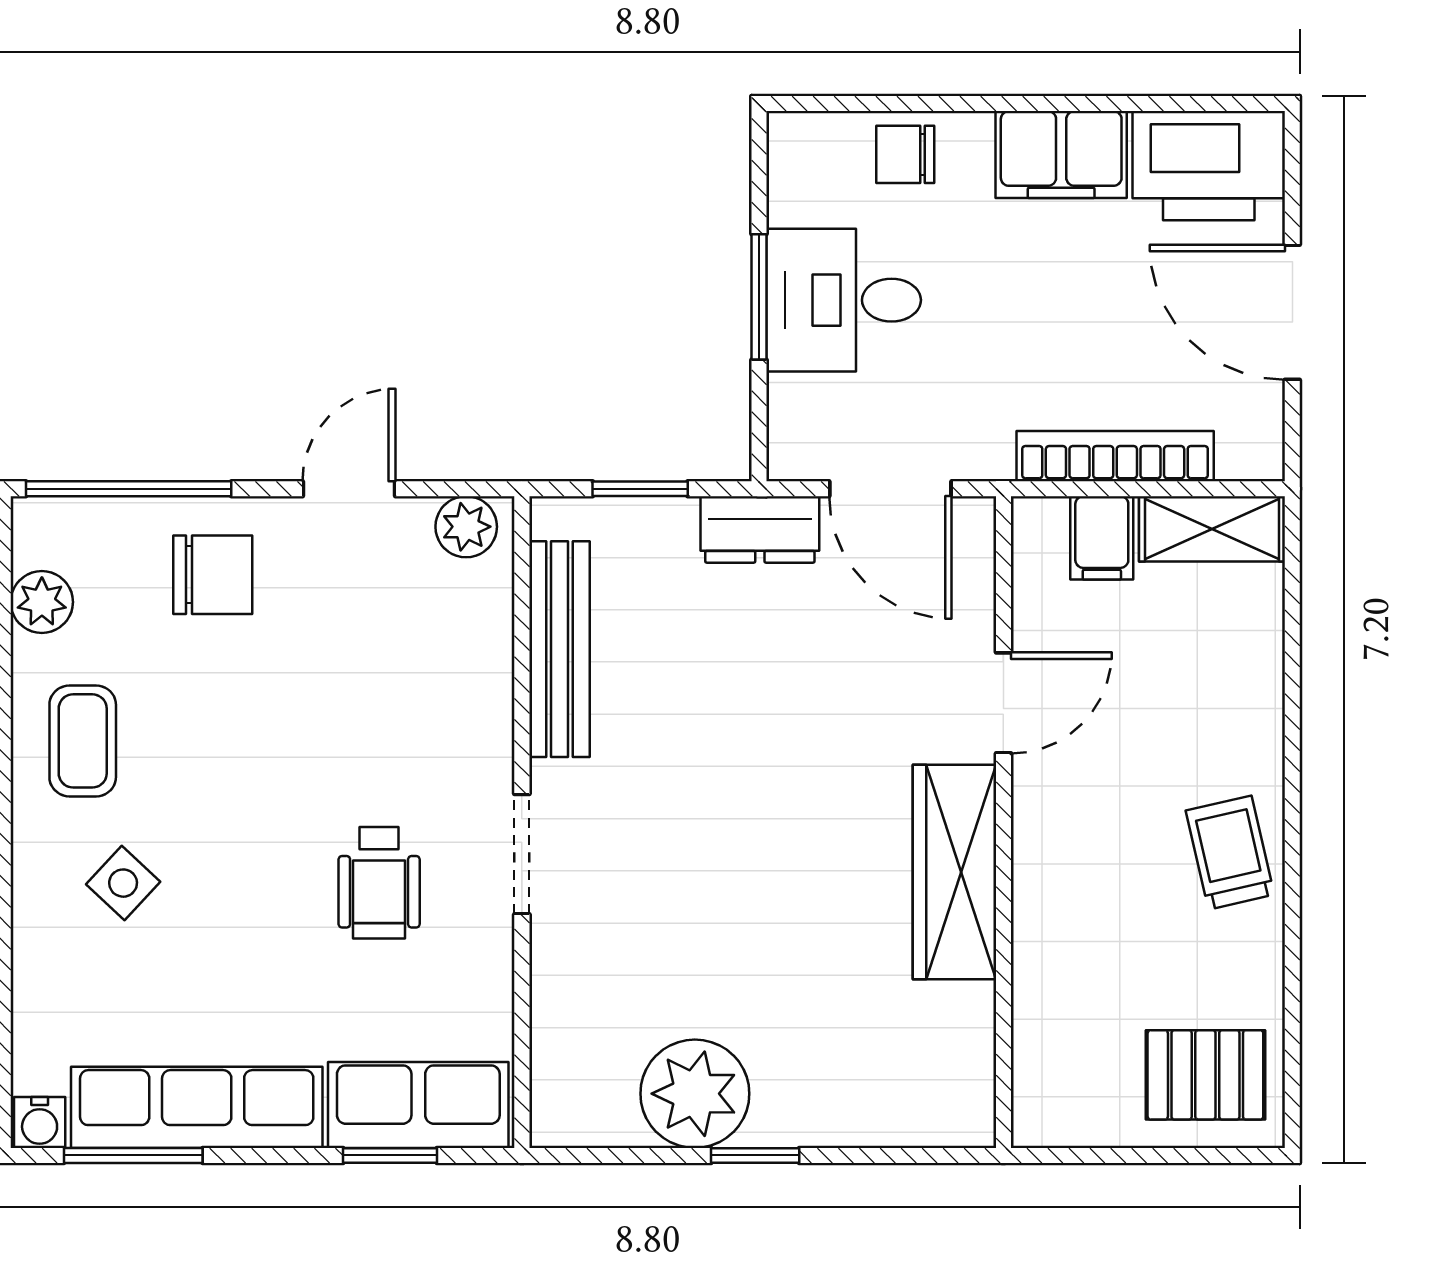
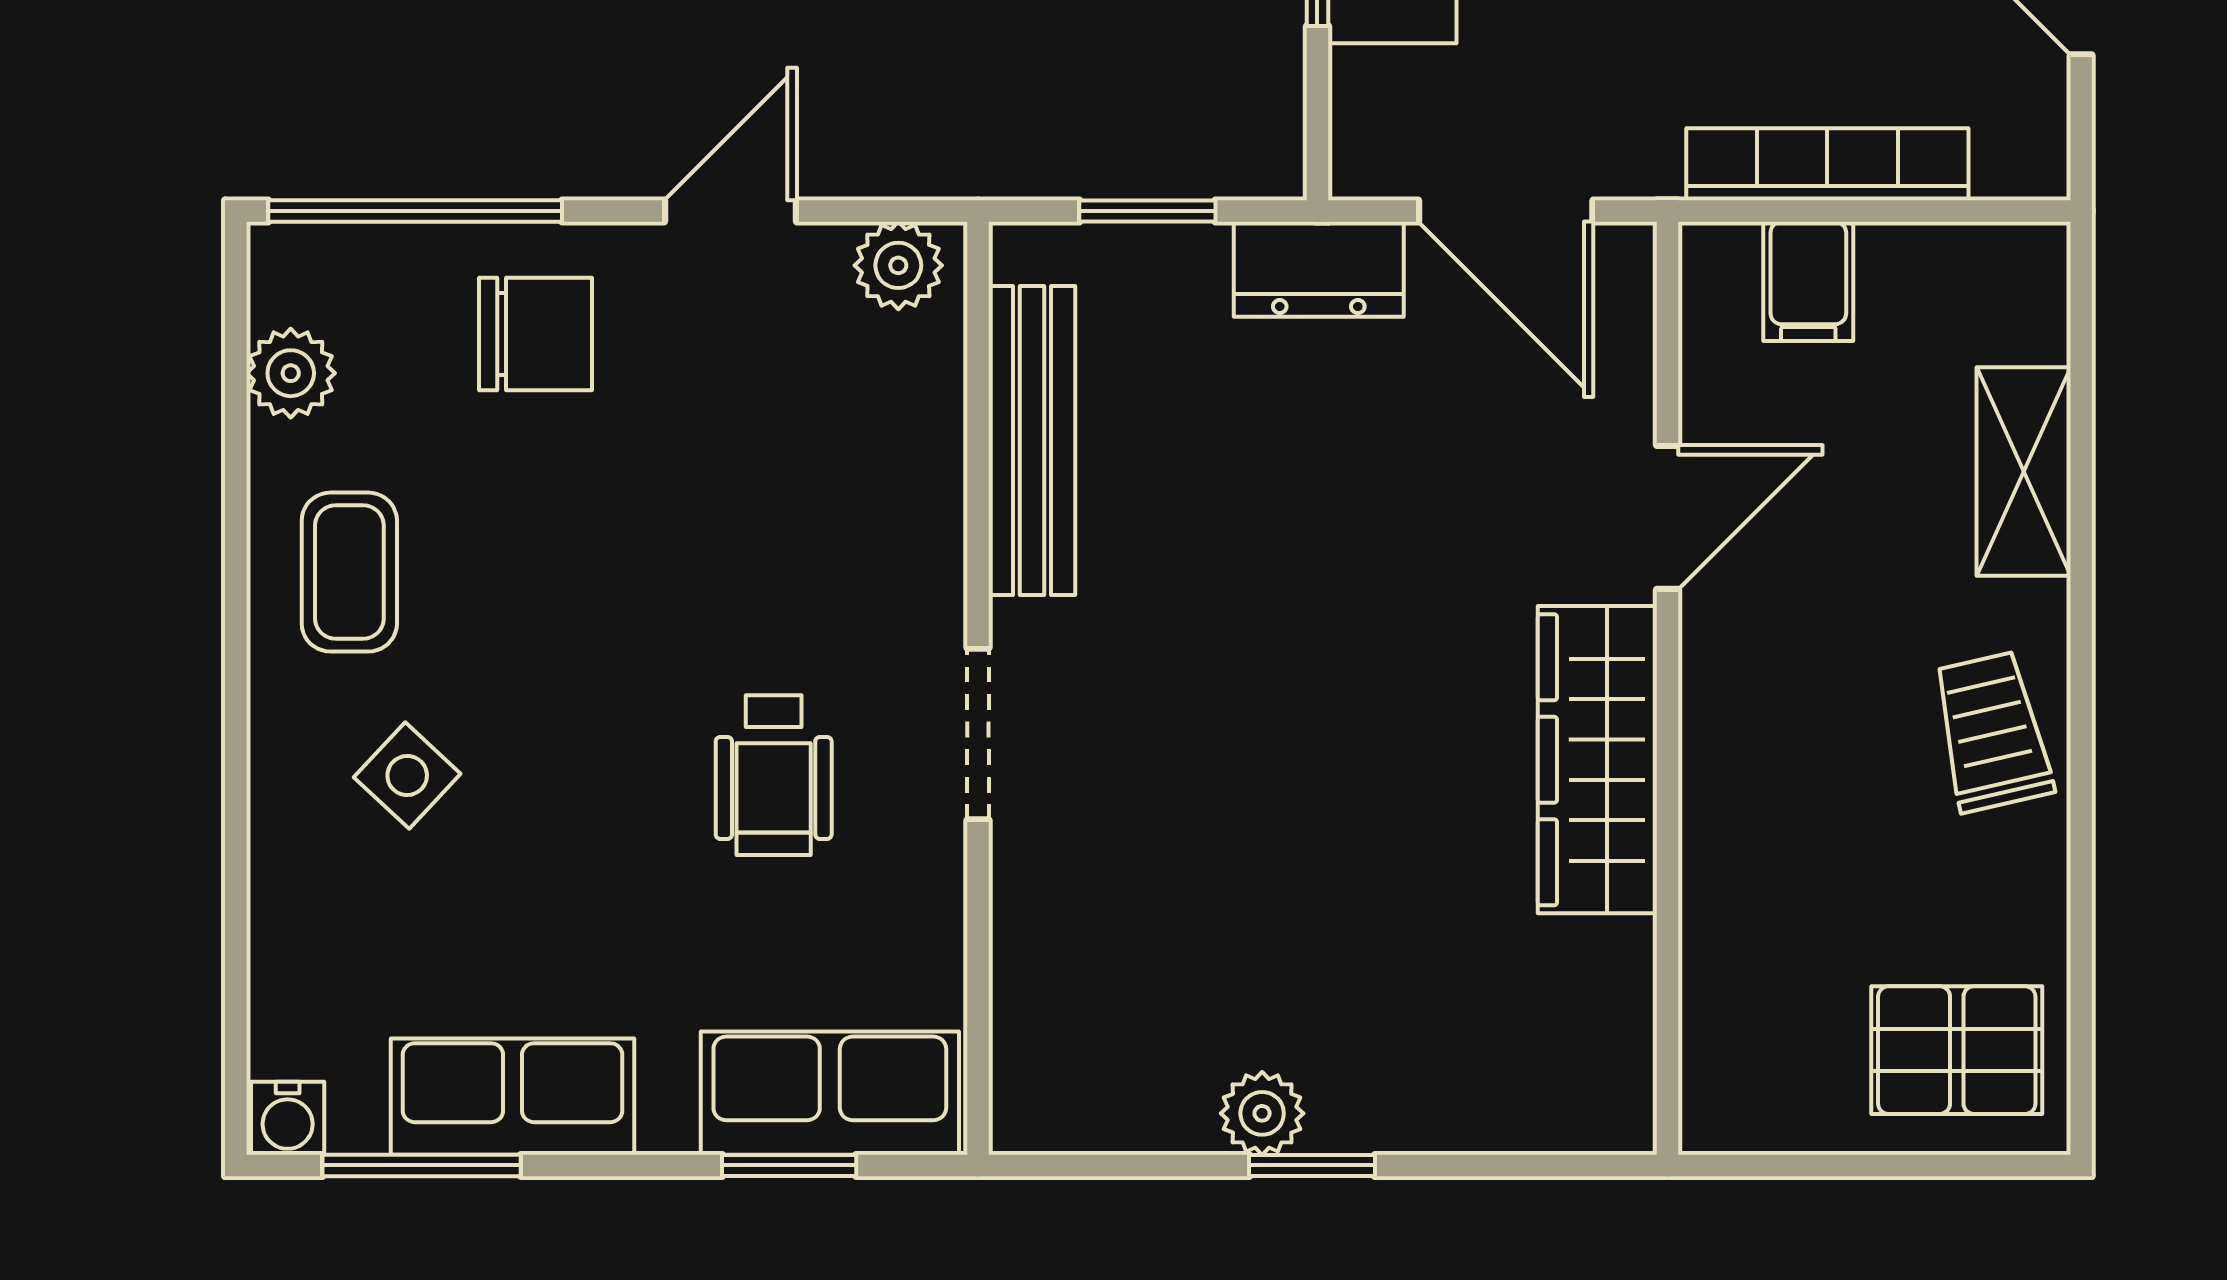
shelving: (1212, 529) -> (2024, 472), moved, turned 90
plant: (695, 1094) -> (1262, 1113), width x0.53, depth x0.53
row of seats: (197, 1107) -> (513, 1097), width x0.68

